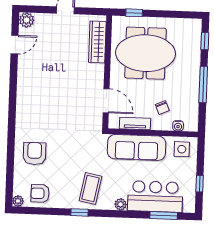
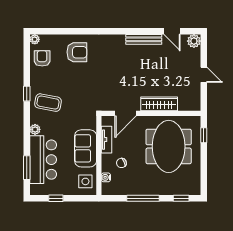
wardrobe: (97, 42) -> (159, 104), moved
bench: (23, 77) -> (144, 39), added
sofa: (137, 147) -> (86, 148), width x0.73

